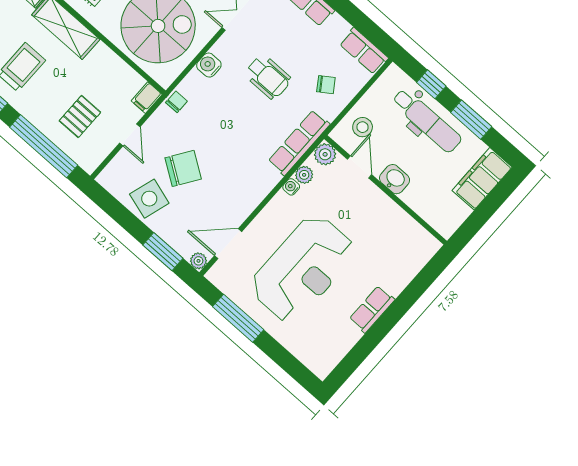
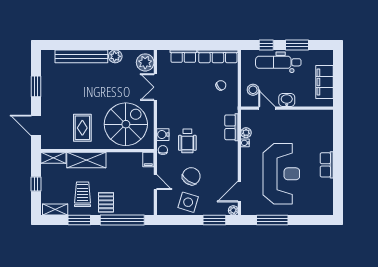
row of seats: (364, 51) -> (218, 56), width x1.48
water cooler: (209, 65) -> (163, 135), moved
wheelchair: (268, 77) -> (187, 141), moved, turned 90
pallet: (80, 117) -> (106, 202), moved
dental chair: (427, 121) -> (278, 62), turned 180
row of seats: (299, 143) -> (231, 127), width x0.68
plant: (325, 154) -> (247, 116), removed
filing cabinet: (482, 179) -> (324, 82), moved

